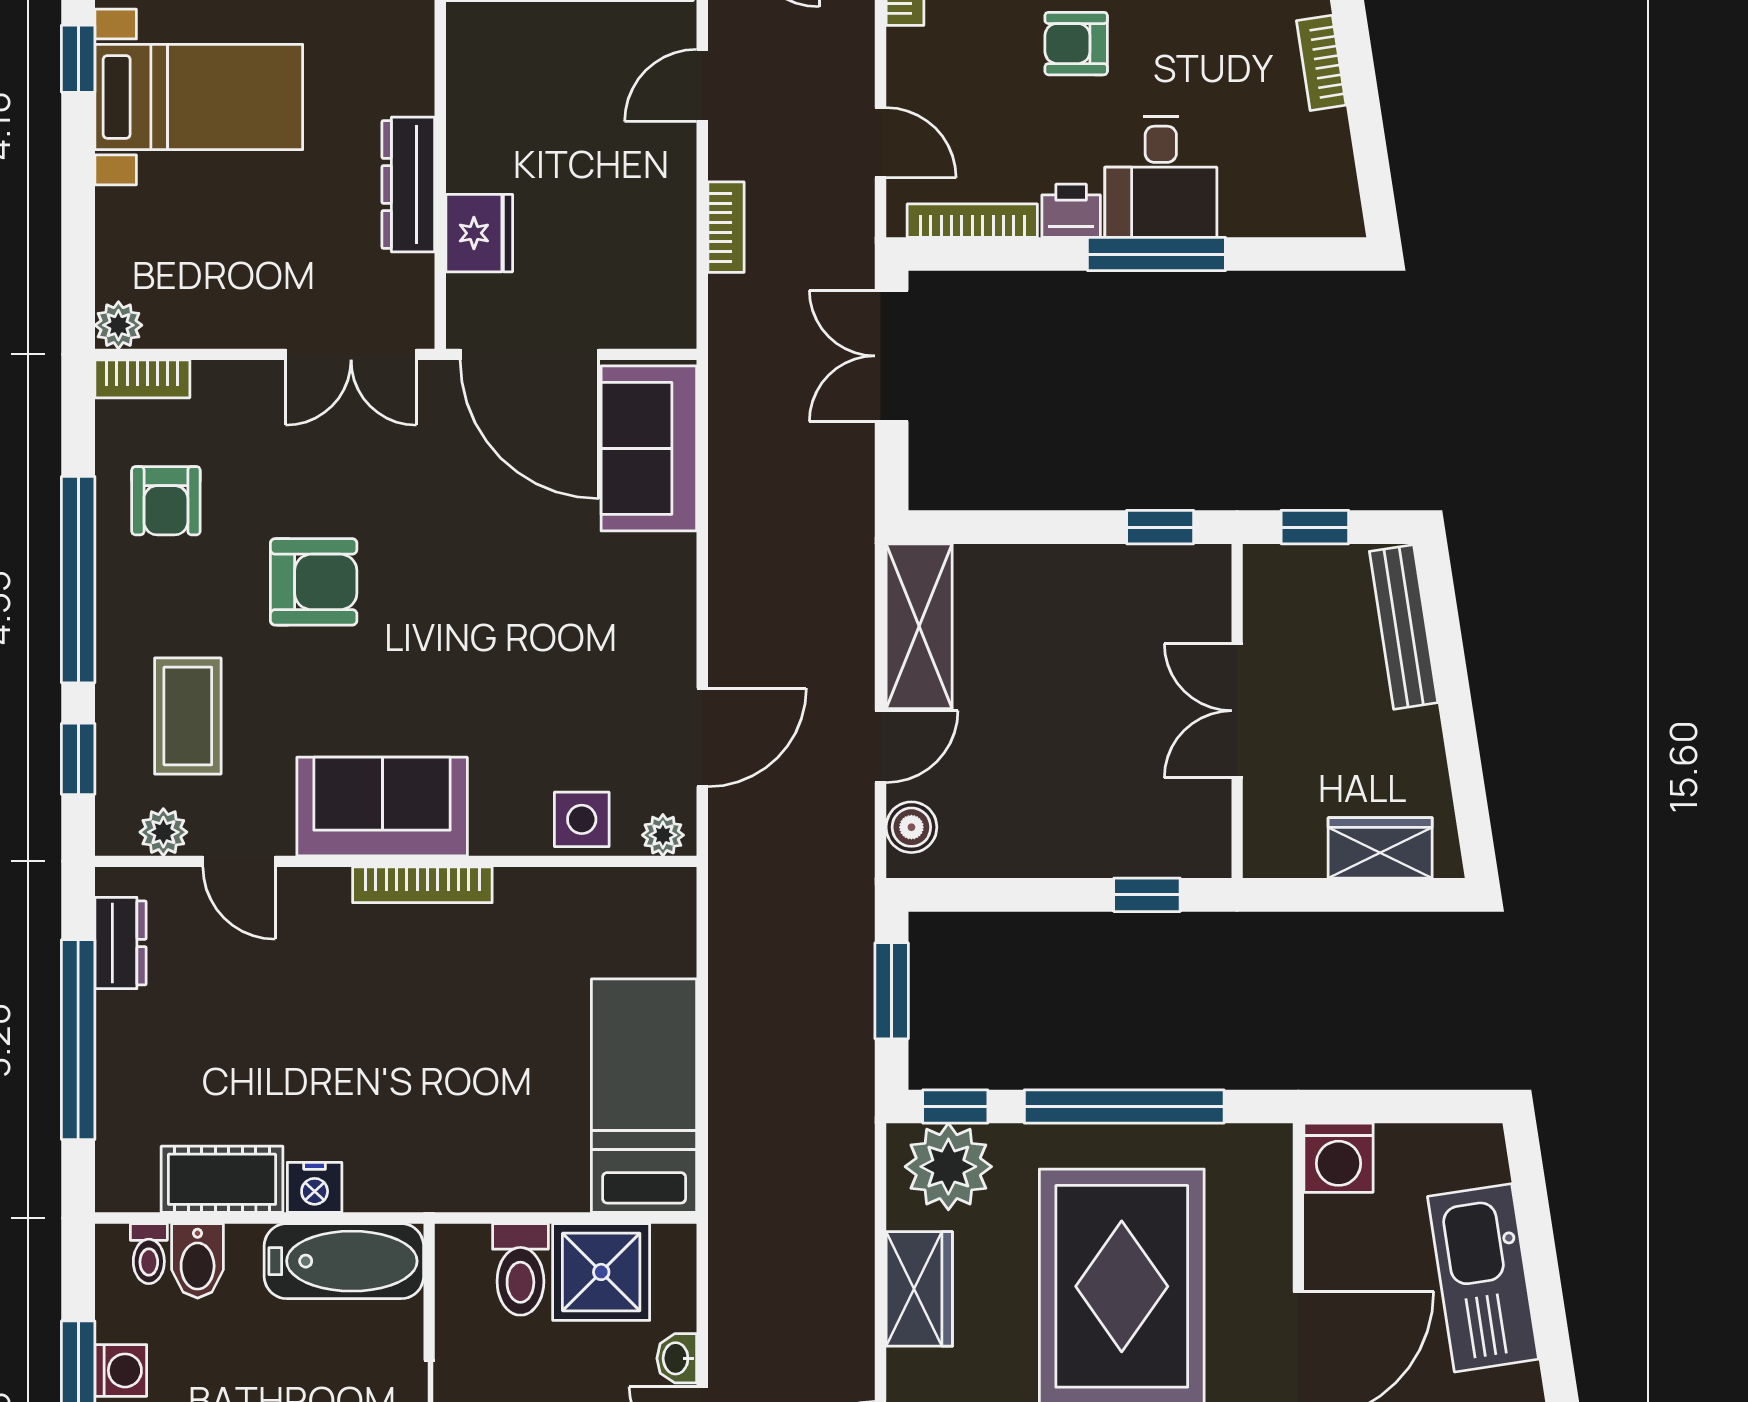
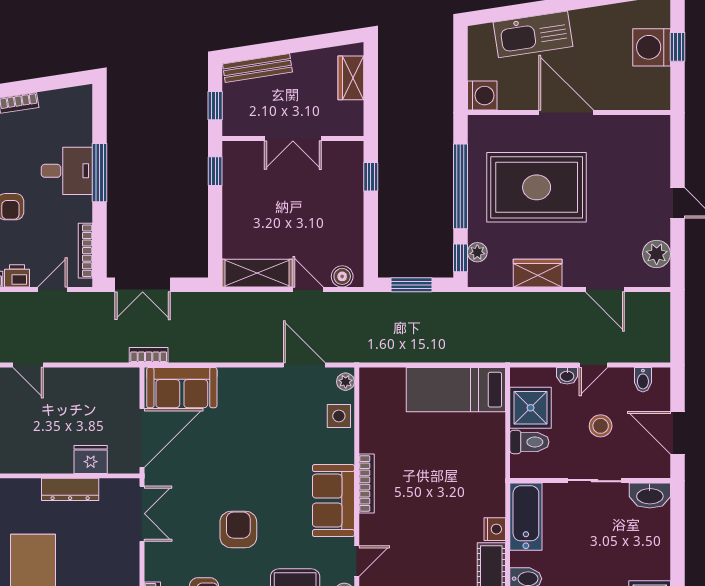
printer: (1071, 211) -> (17, 276), moved, turned 90
bookcase: (726, 227) -> (149, 355), moved
plant: (948, 1167) -> (477, 252), width x0.53, depth x0.53

